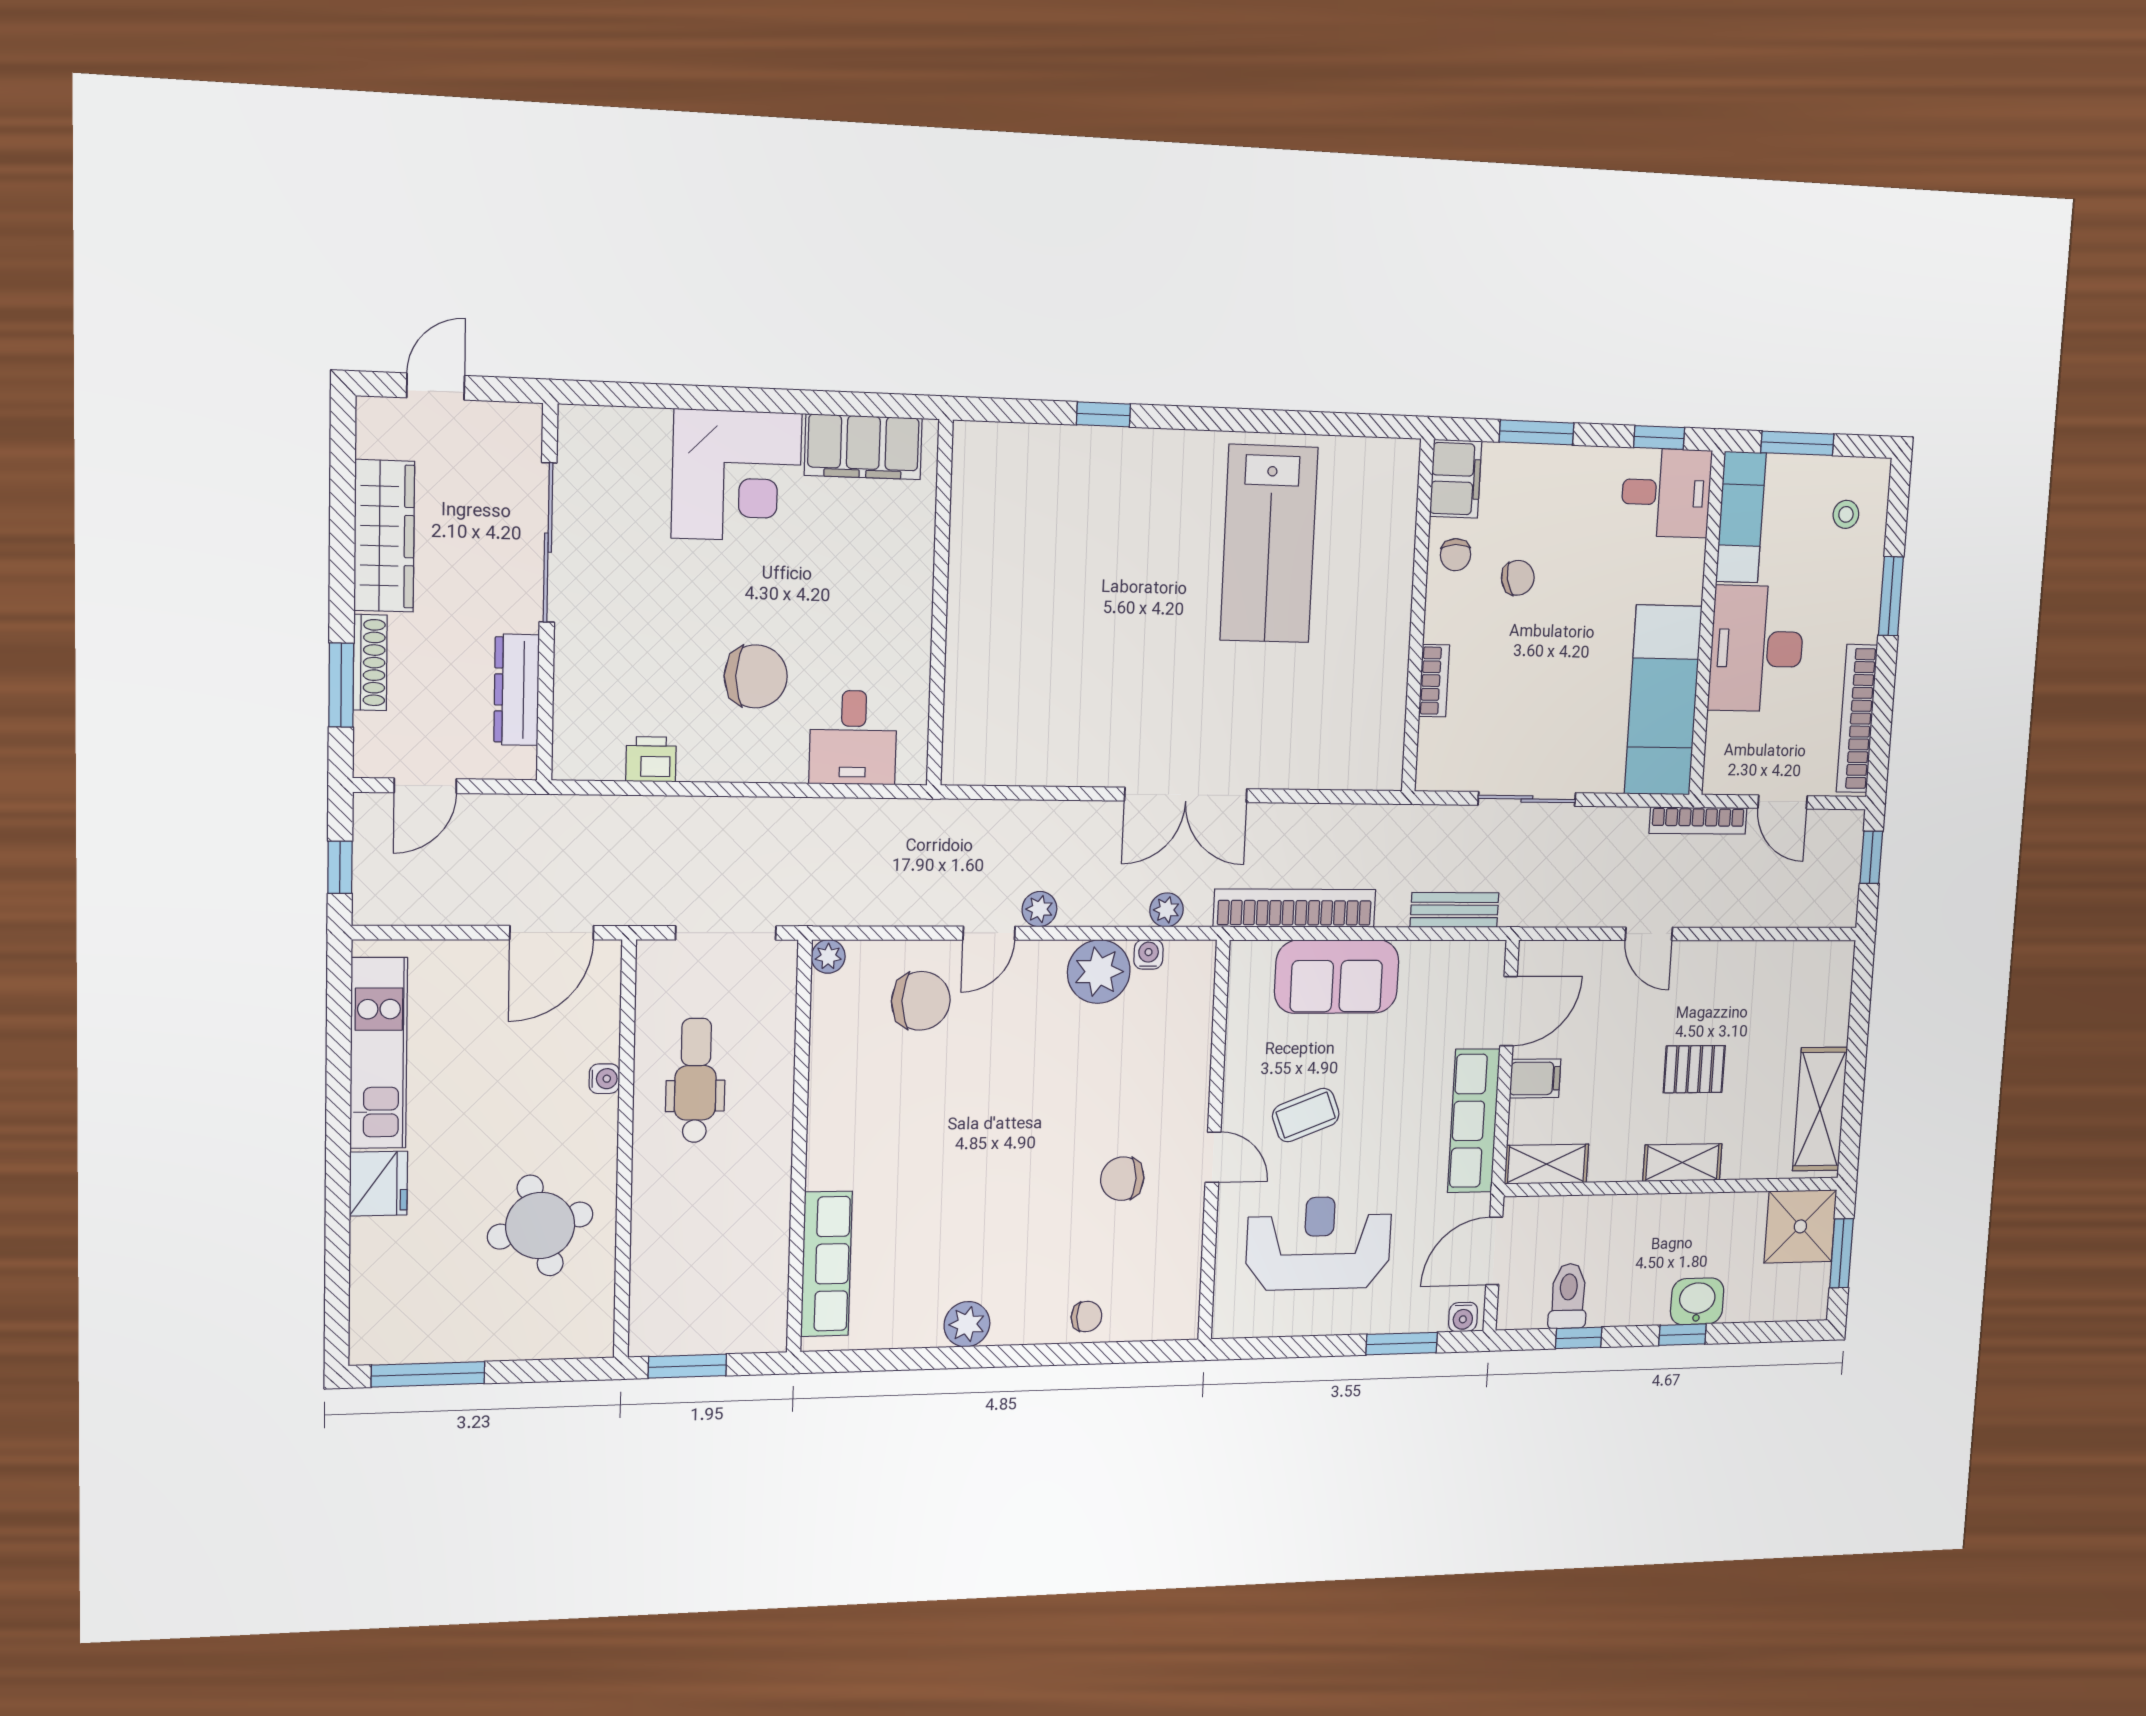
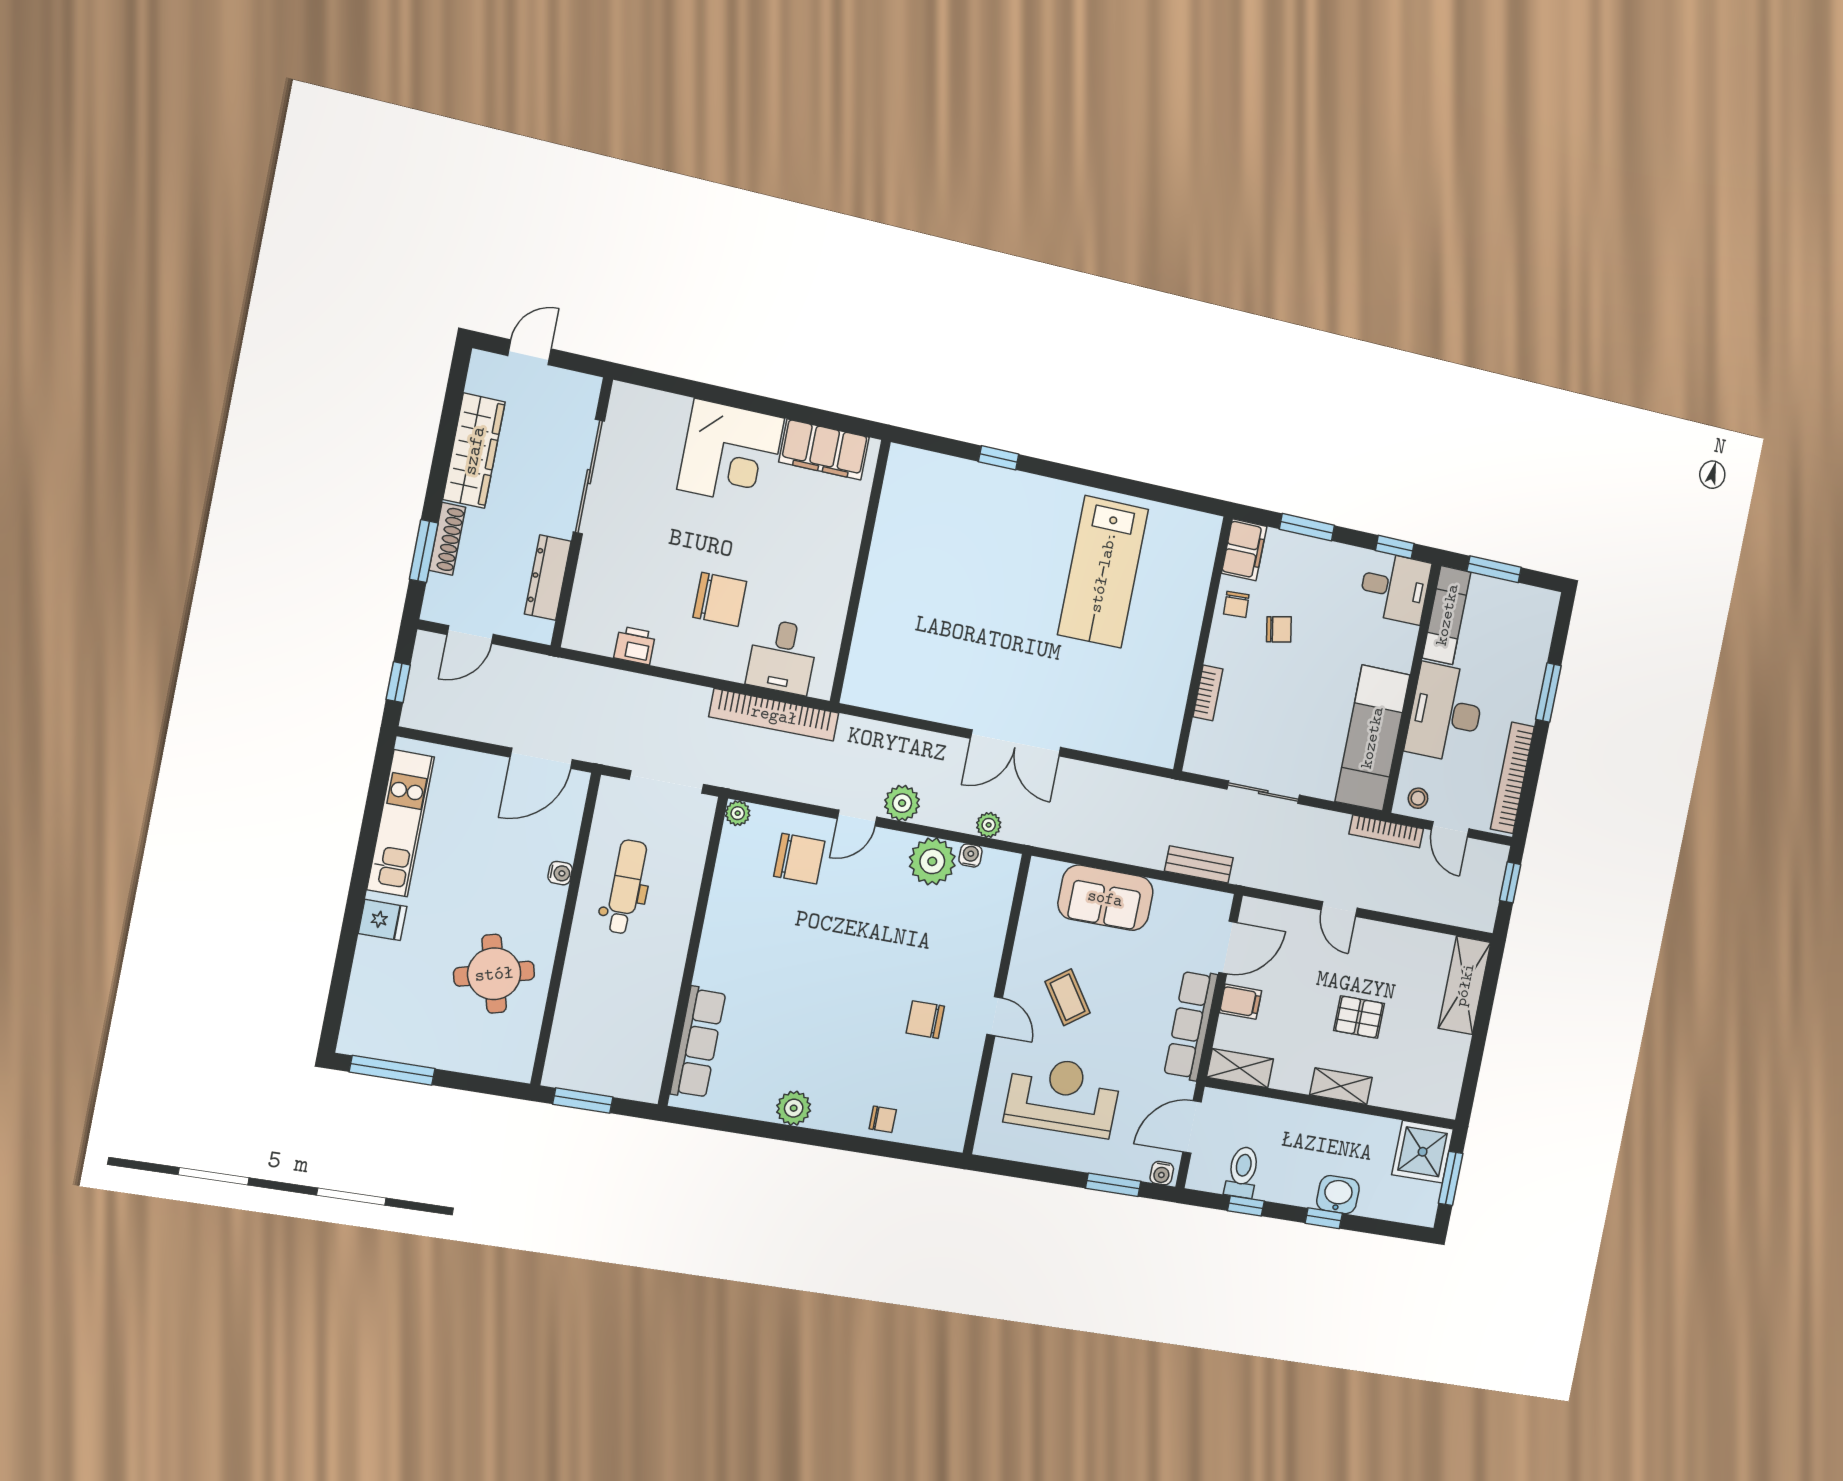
stool: (1846, 514) -> (1418, 798), moved
bookcase: (1295, 908) -> (774, 715), moved, turned 180
plant: (1039, 909) -> (902, 803), width x1.38, depth x1.38
shelving: (1820, 1109) -> (1465, 985), moved
coffee table: (1306, 1115) -> (1068, 997), turned 76
fridge: (378, 1184) -> (383, 920), width x0.72

